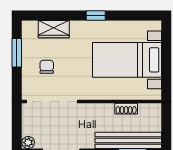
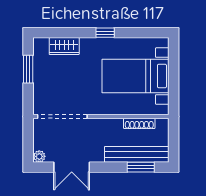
chair: (47, 67) -> (57, 83), removed
shoe rack: (126, 109) -> (139, 123), width x1.43

